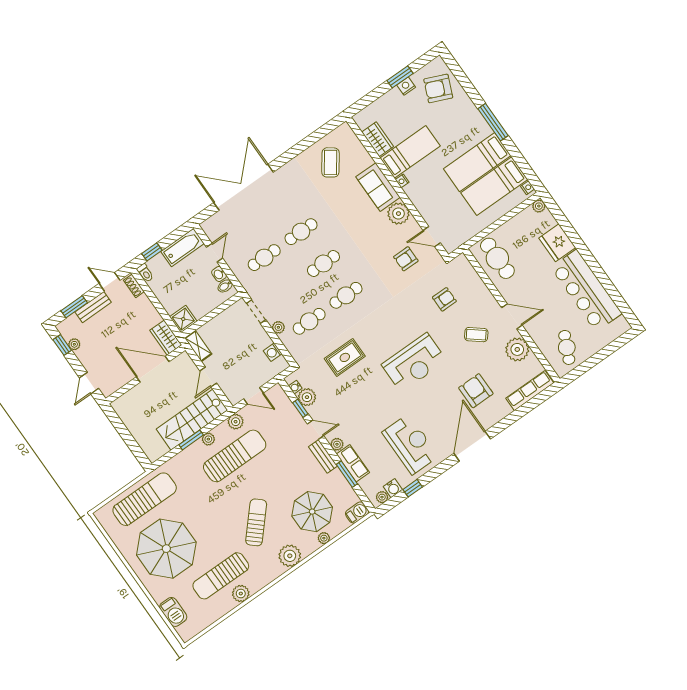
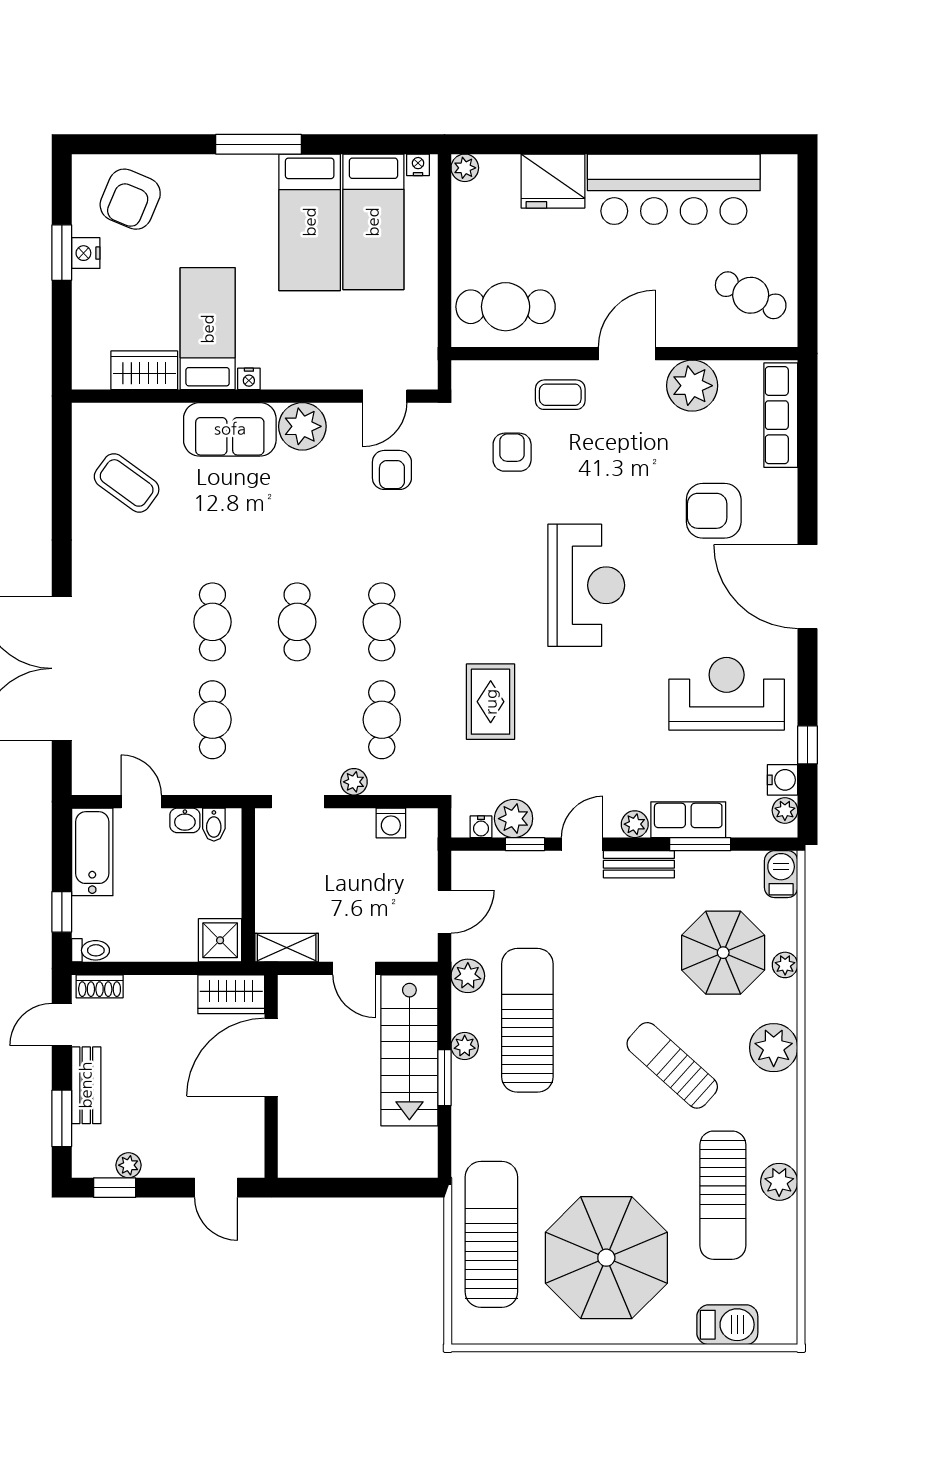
coffee table: (476, 335) -> (560, 395), moved, turned 51

